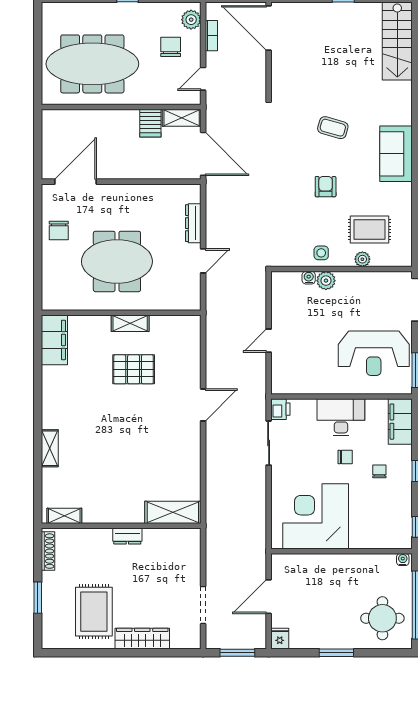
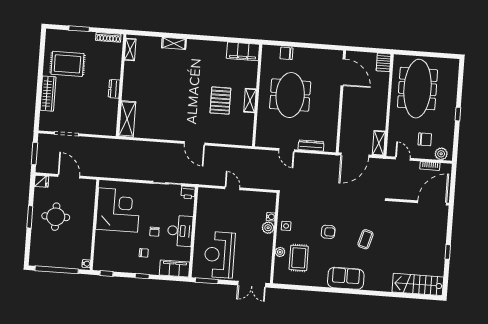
server rack: (150, 123) -> (384, 62), moved, turned -90
chair: (59, 230) -> (286, 53), moved
round table: (382, 618) -> (56, 217), moved

